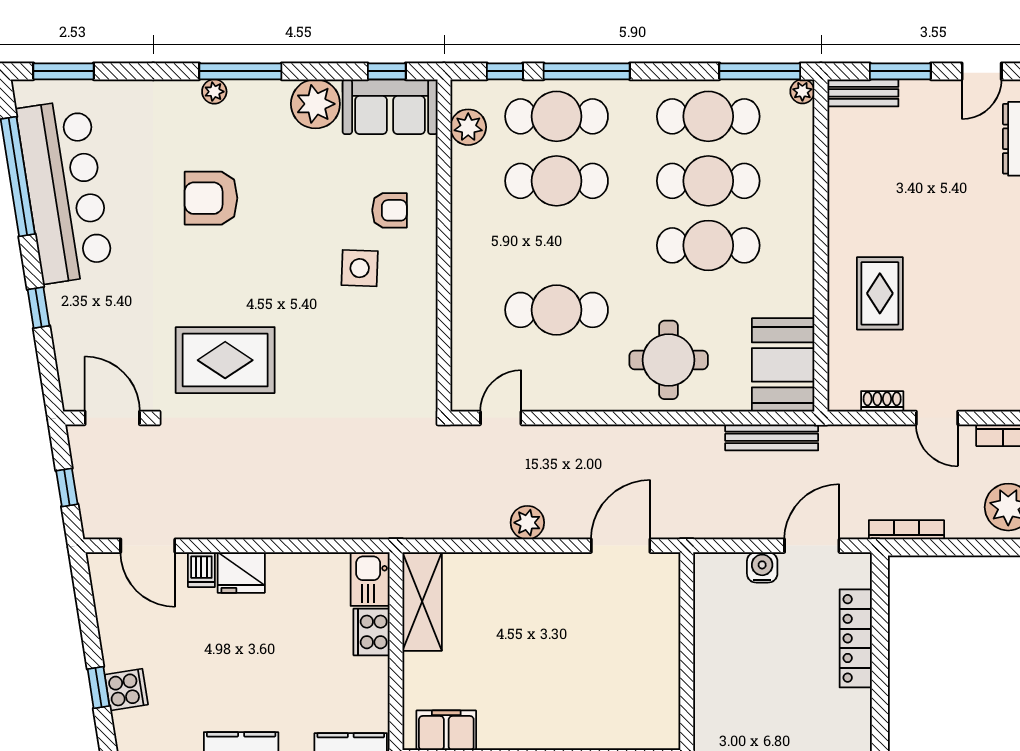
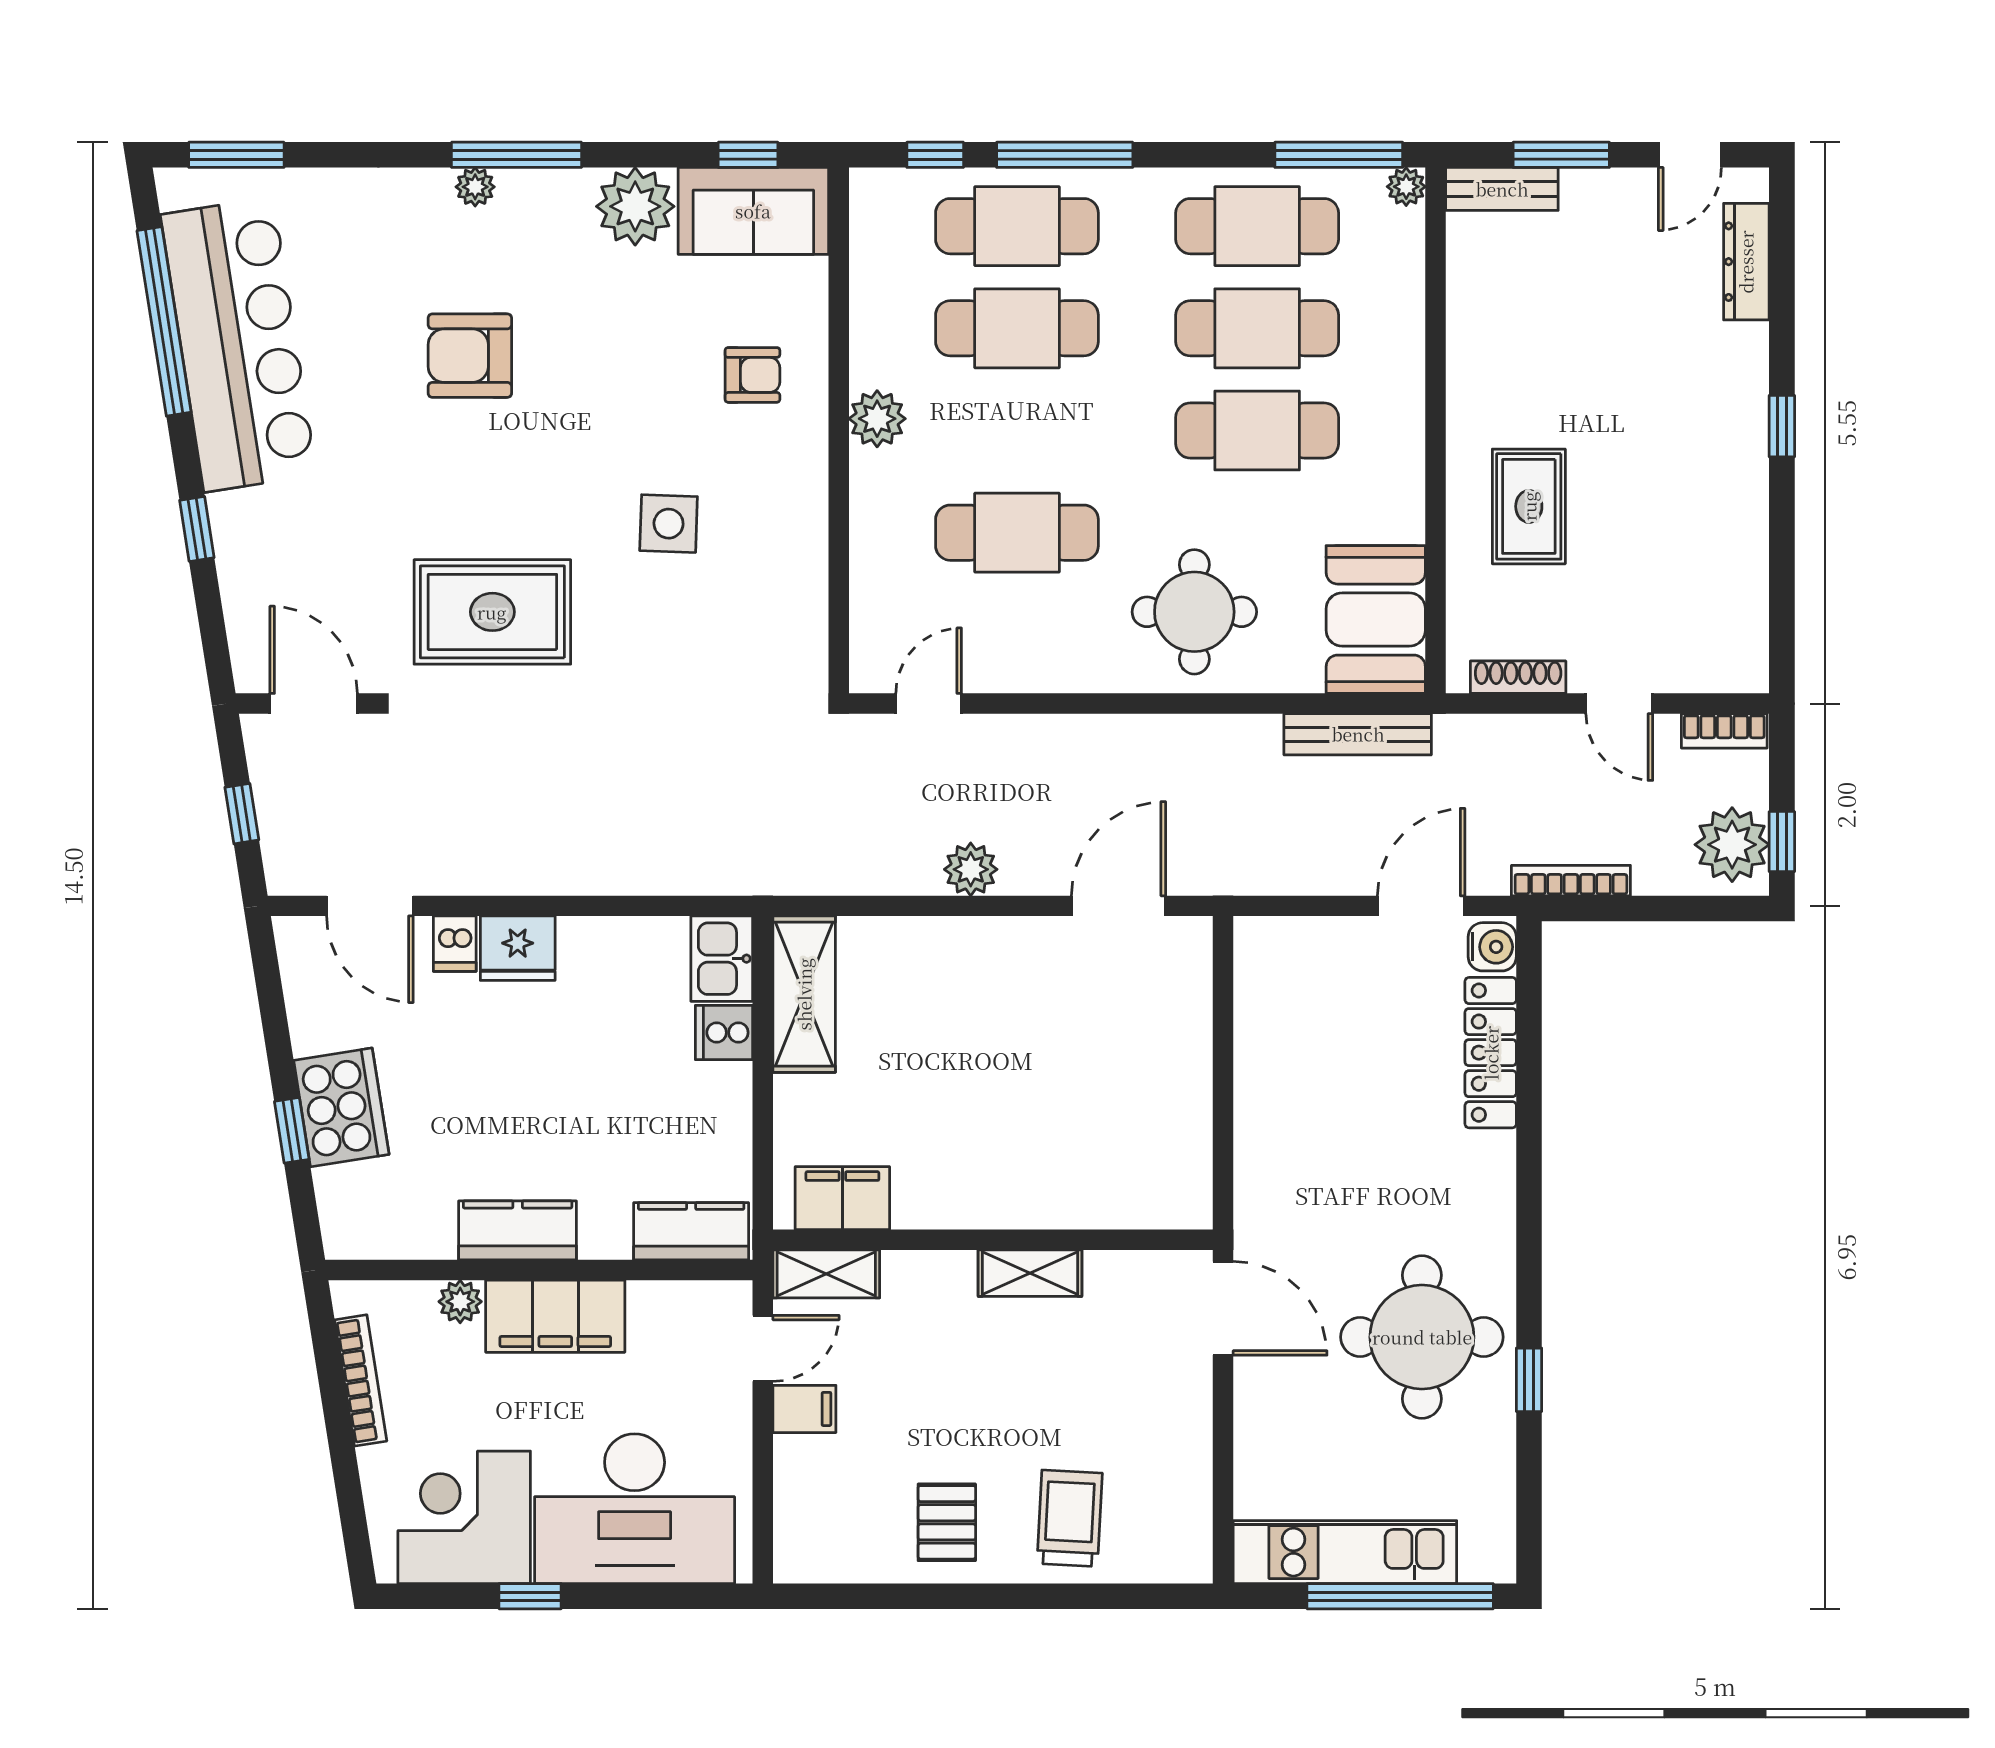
plant: (468, 127) -> (877, 419), moved
side table: (360, 268) -> (669, 524), moved
shoe rack: (882, 401) -> (1518, 677), width x1.43
water cooler: (762, 567) -> (1492, 947), moved, turned 90
cooker: (372, 632) -> (724, 1033), width x0.73
cooker: (126, 690) -> (341, 1107), width x1.87, depth x1.31

